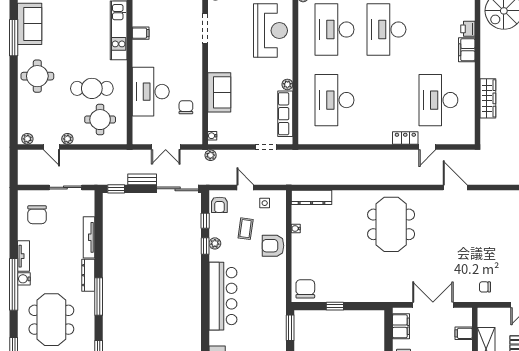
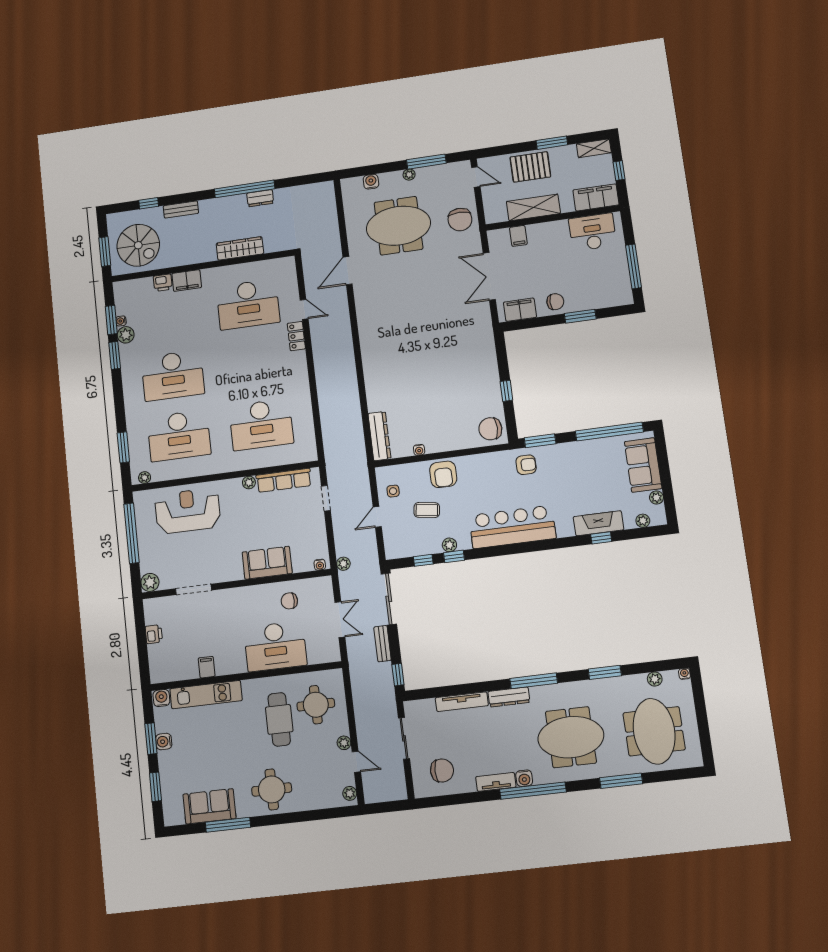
door: (51, 147) -> (356, 762), hinge flipped
armchair: (219, 205) -> (526, 465), moved
meeting table: (391, 224) -> (398, 226), moved
chair: (485, 287) -> (460, 220), width x1.87, depth x1.87

